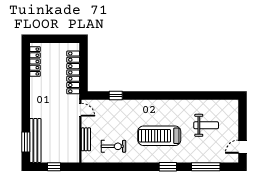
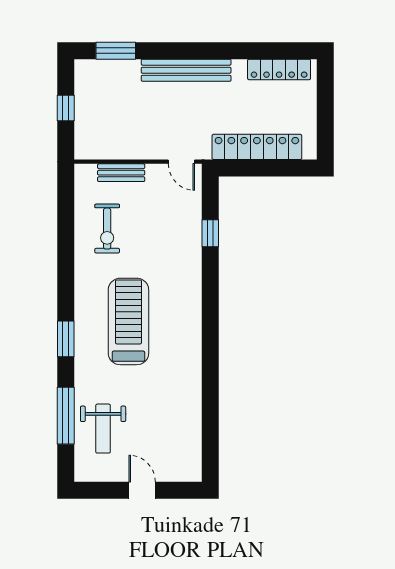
door: (80, 110) -> (181, 162), hinge flipped
weight bench: (206, 125) -> (103, 429), moved
bench: (35, 140) -> (186, 70), moved
door: (243, 147) -> (142, 490), moved

